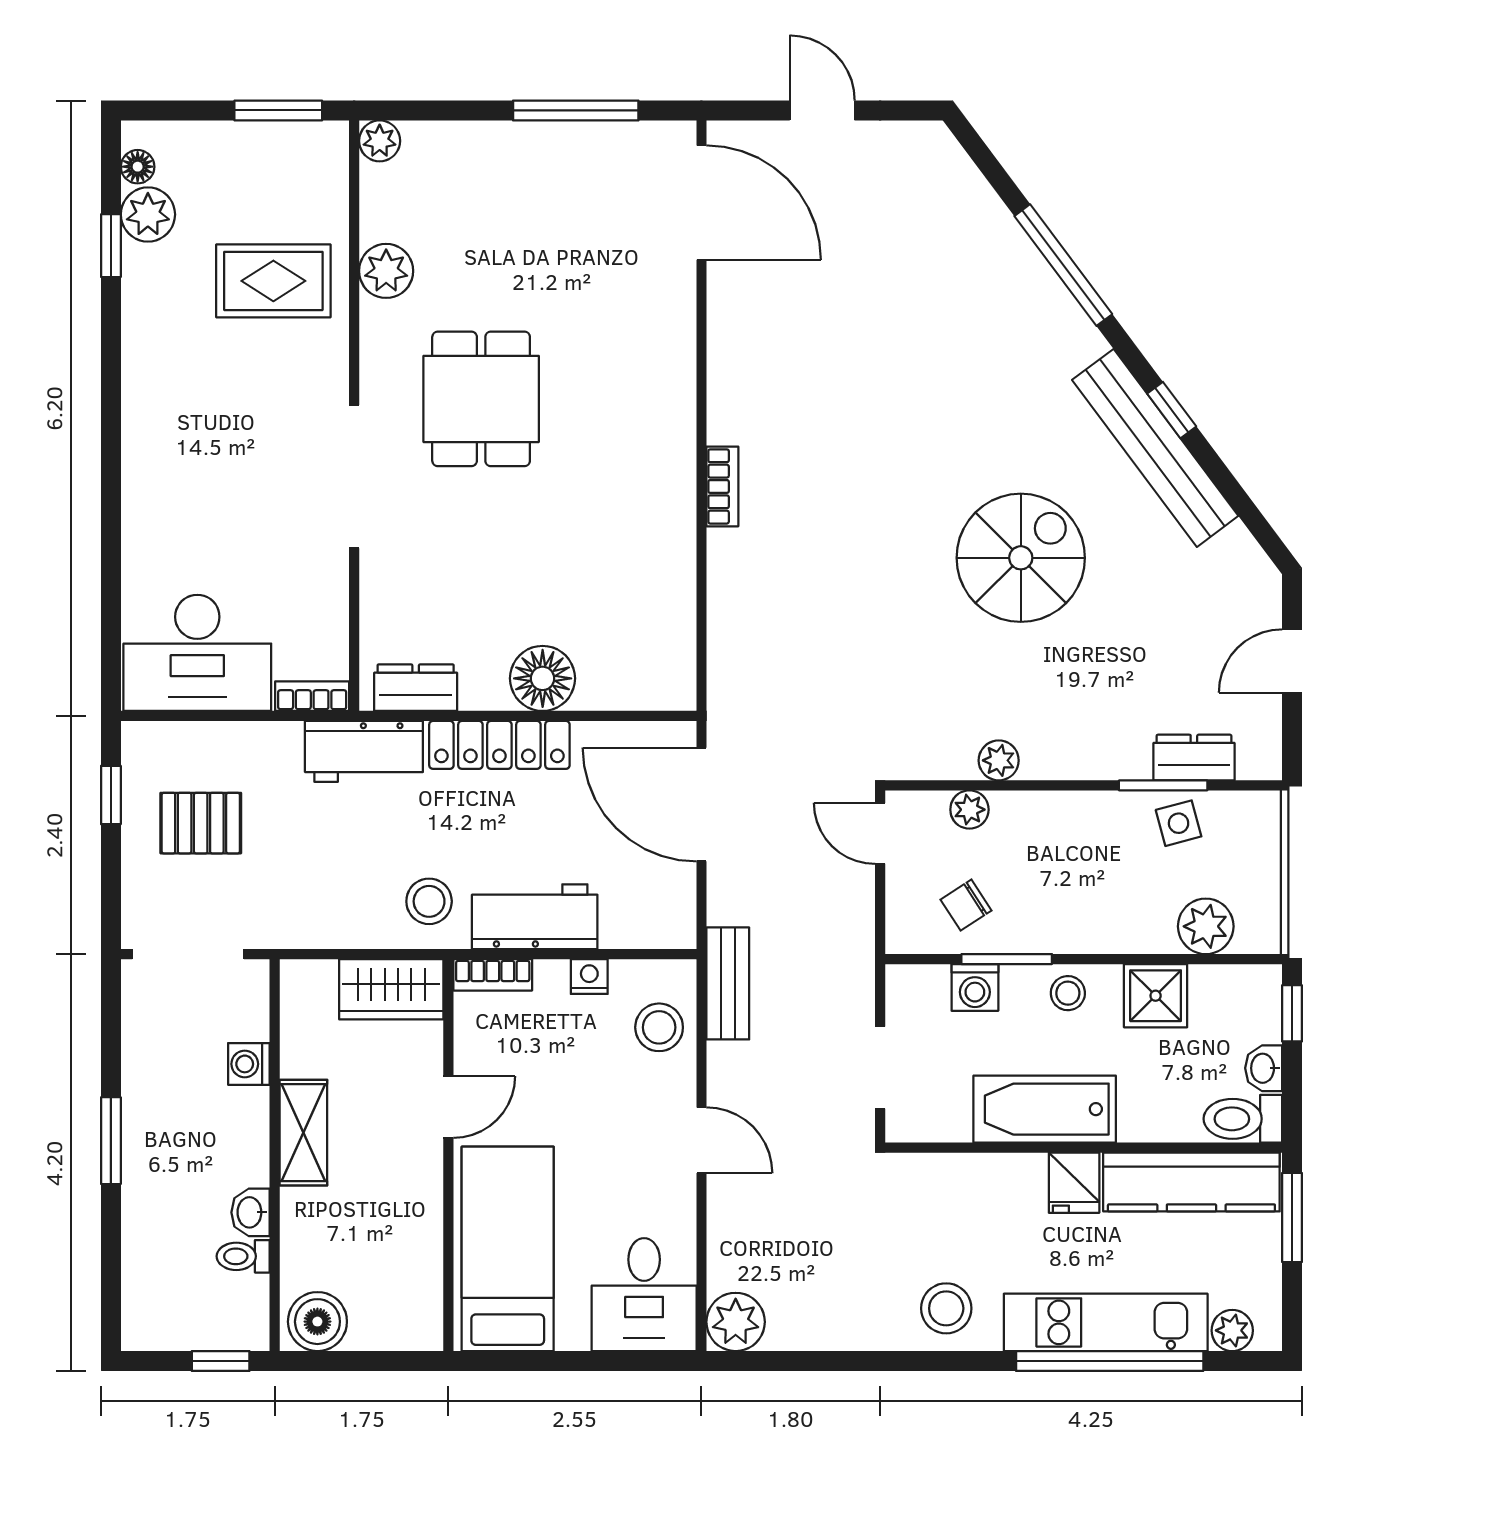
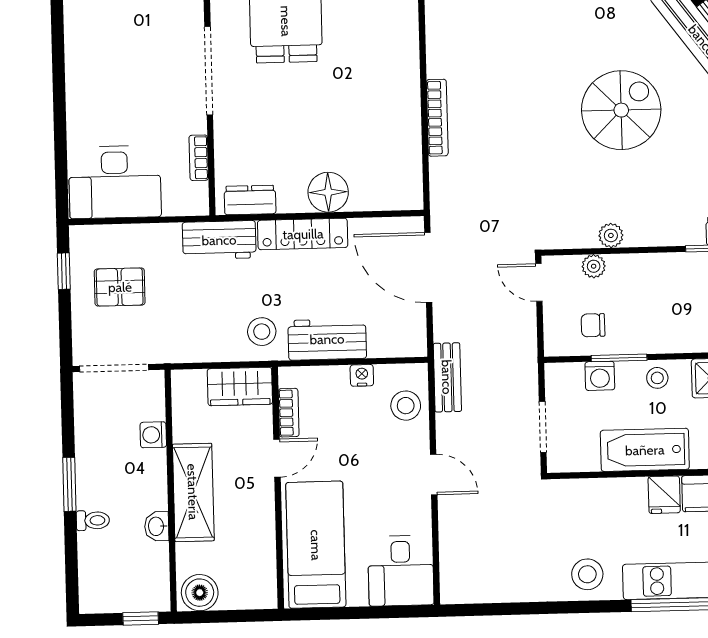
bookcase: (722, 486) -> (437, 118), moved, width x1.56
bookcase: (312, 696) -> (199, 158), moved, turned -90
chair: (966, 905) -> (593, 325), turned 33
bookcase: (493, 975) -> (289, 413), moved, turned -90
shelving: (303, 1133) -> (193, 492), width x1.50, depth x1.33
toilet: (243, 1256) -> (93, 520), moved, turned 180
plant: (736, 1322) -> (458, 586), removed

